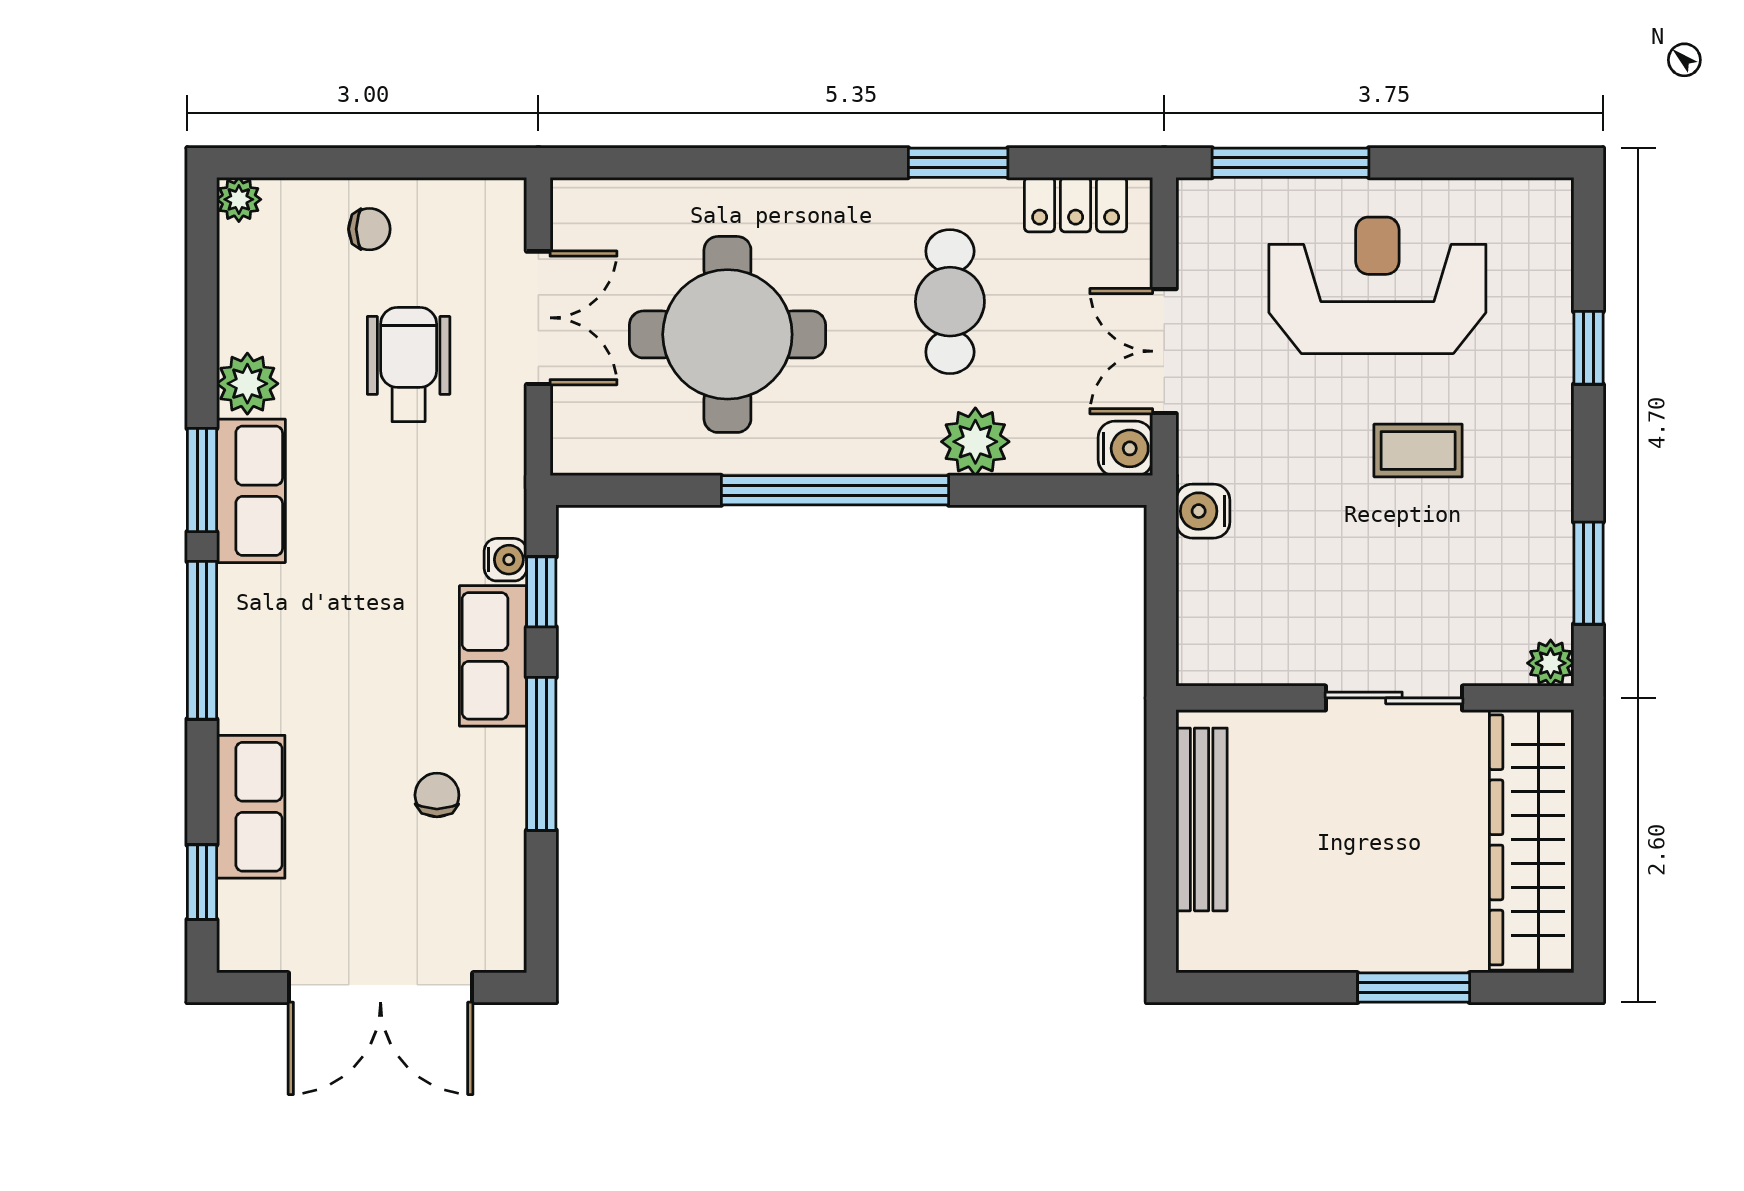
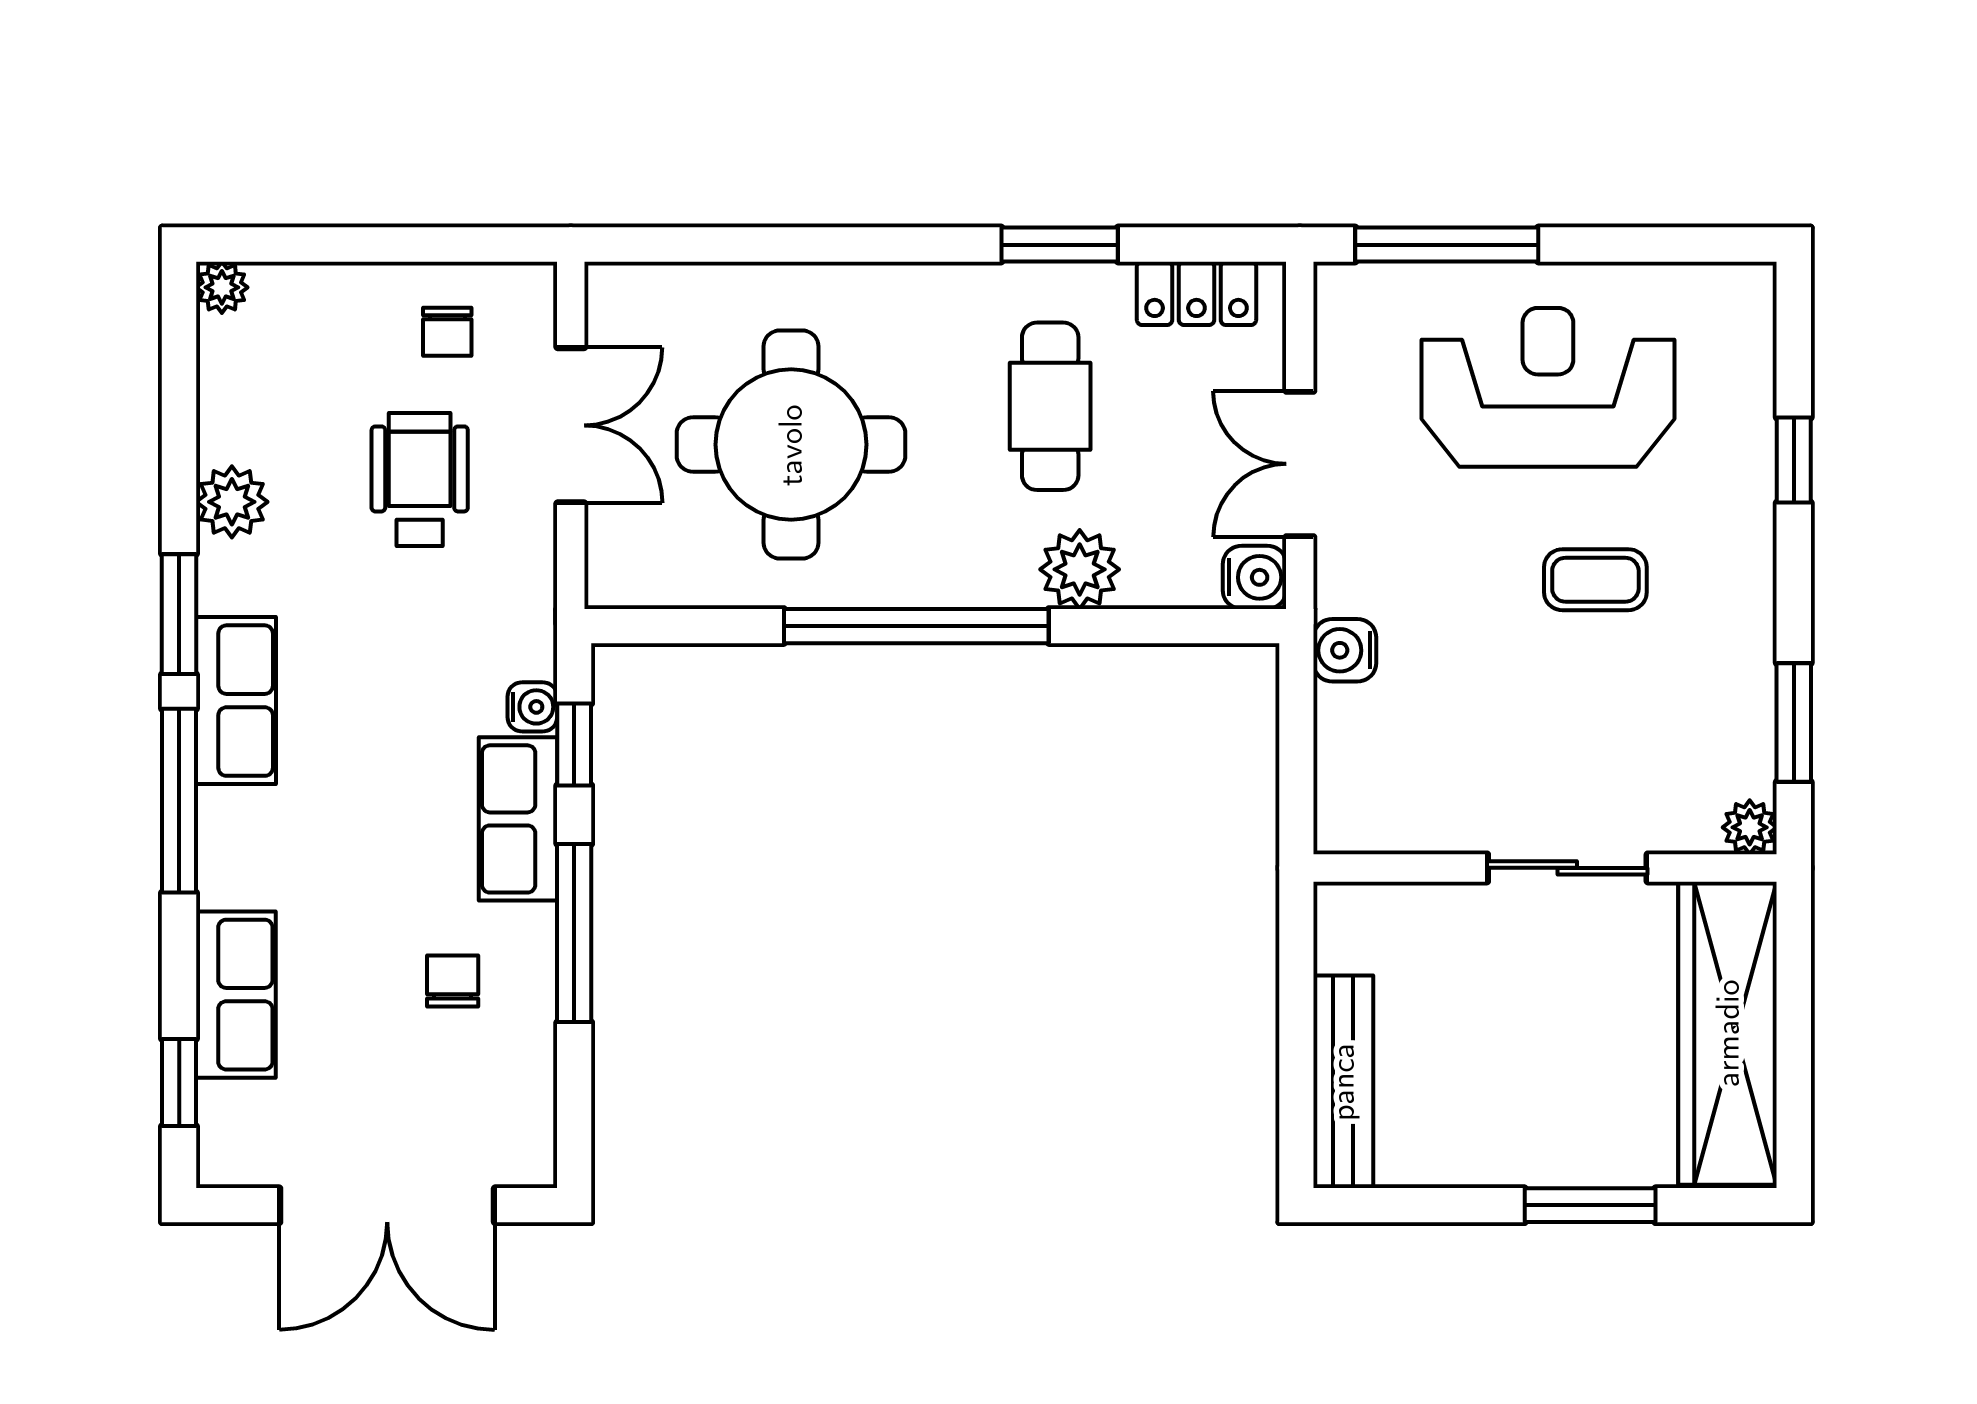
chair: (369, 229) -> (447, 332), moved, turned 90
row of seats: (251, 491) -> (236, 701), moved
bench: (1202, 819) -> (1343, 1082), moved

